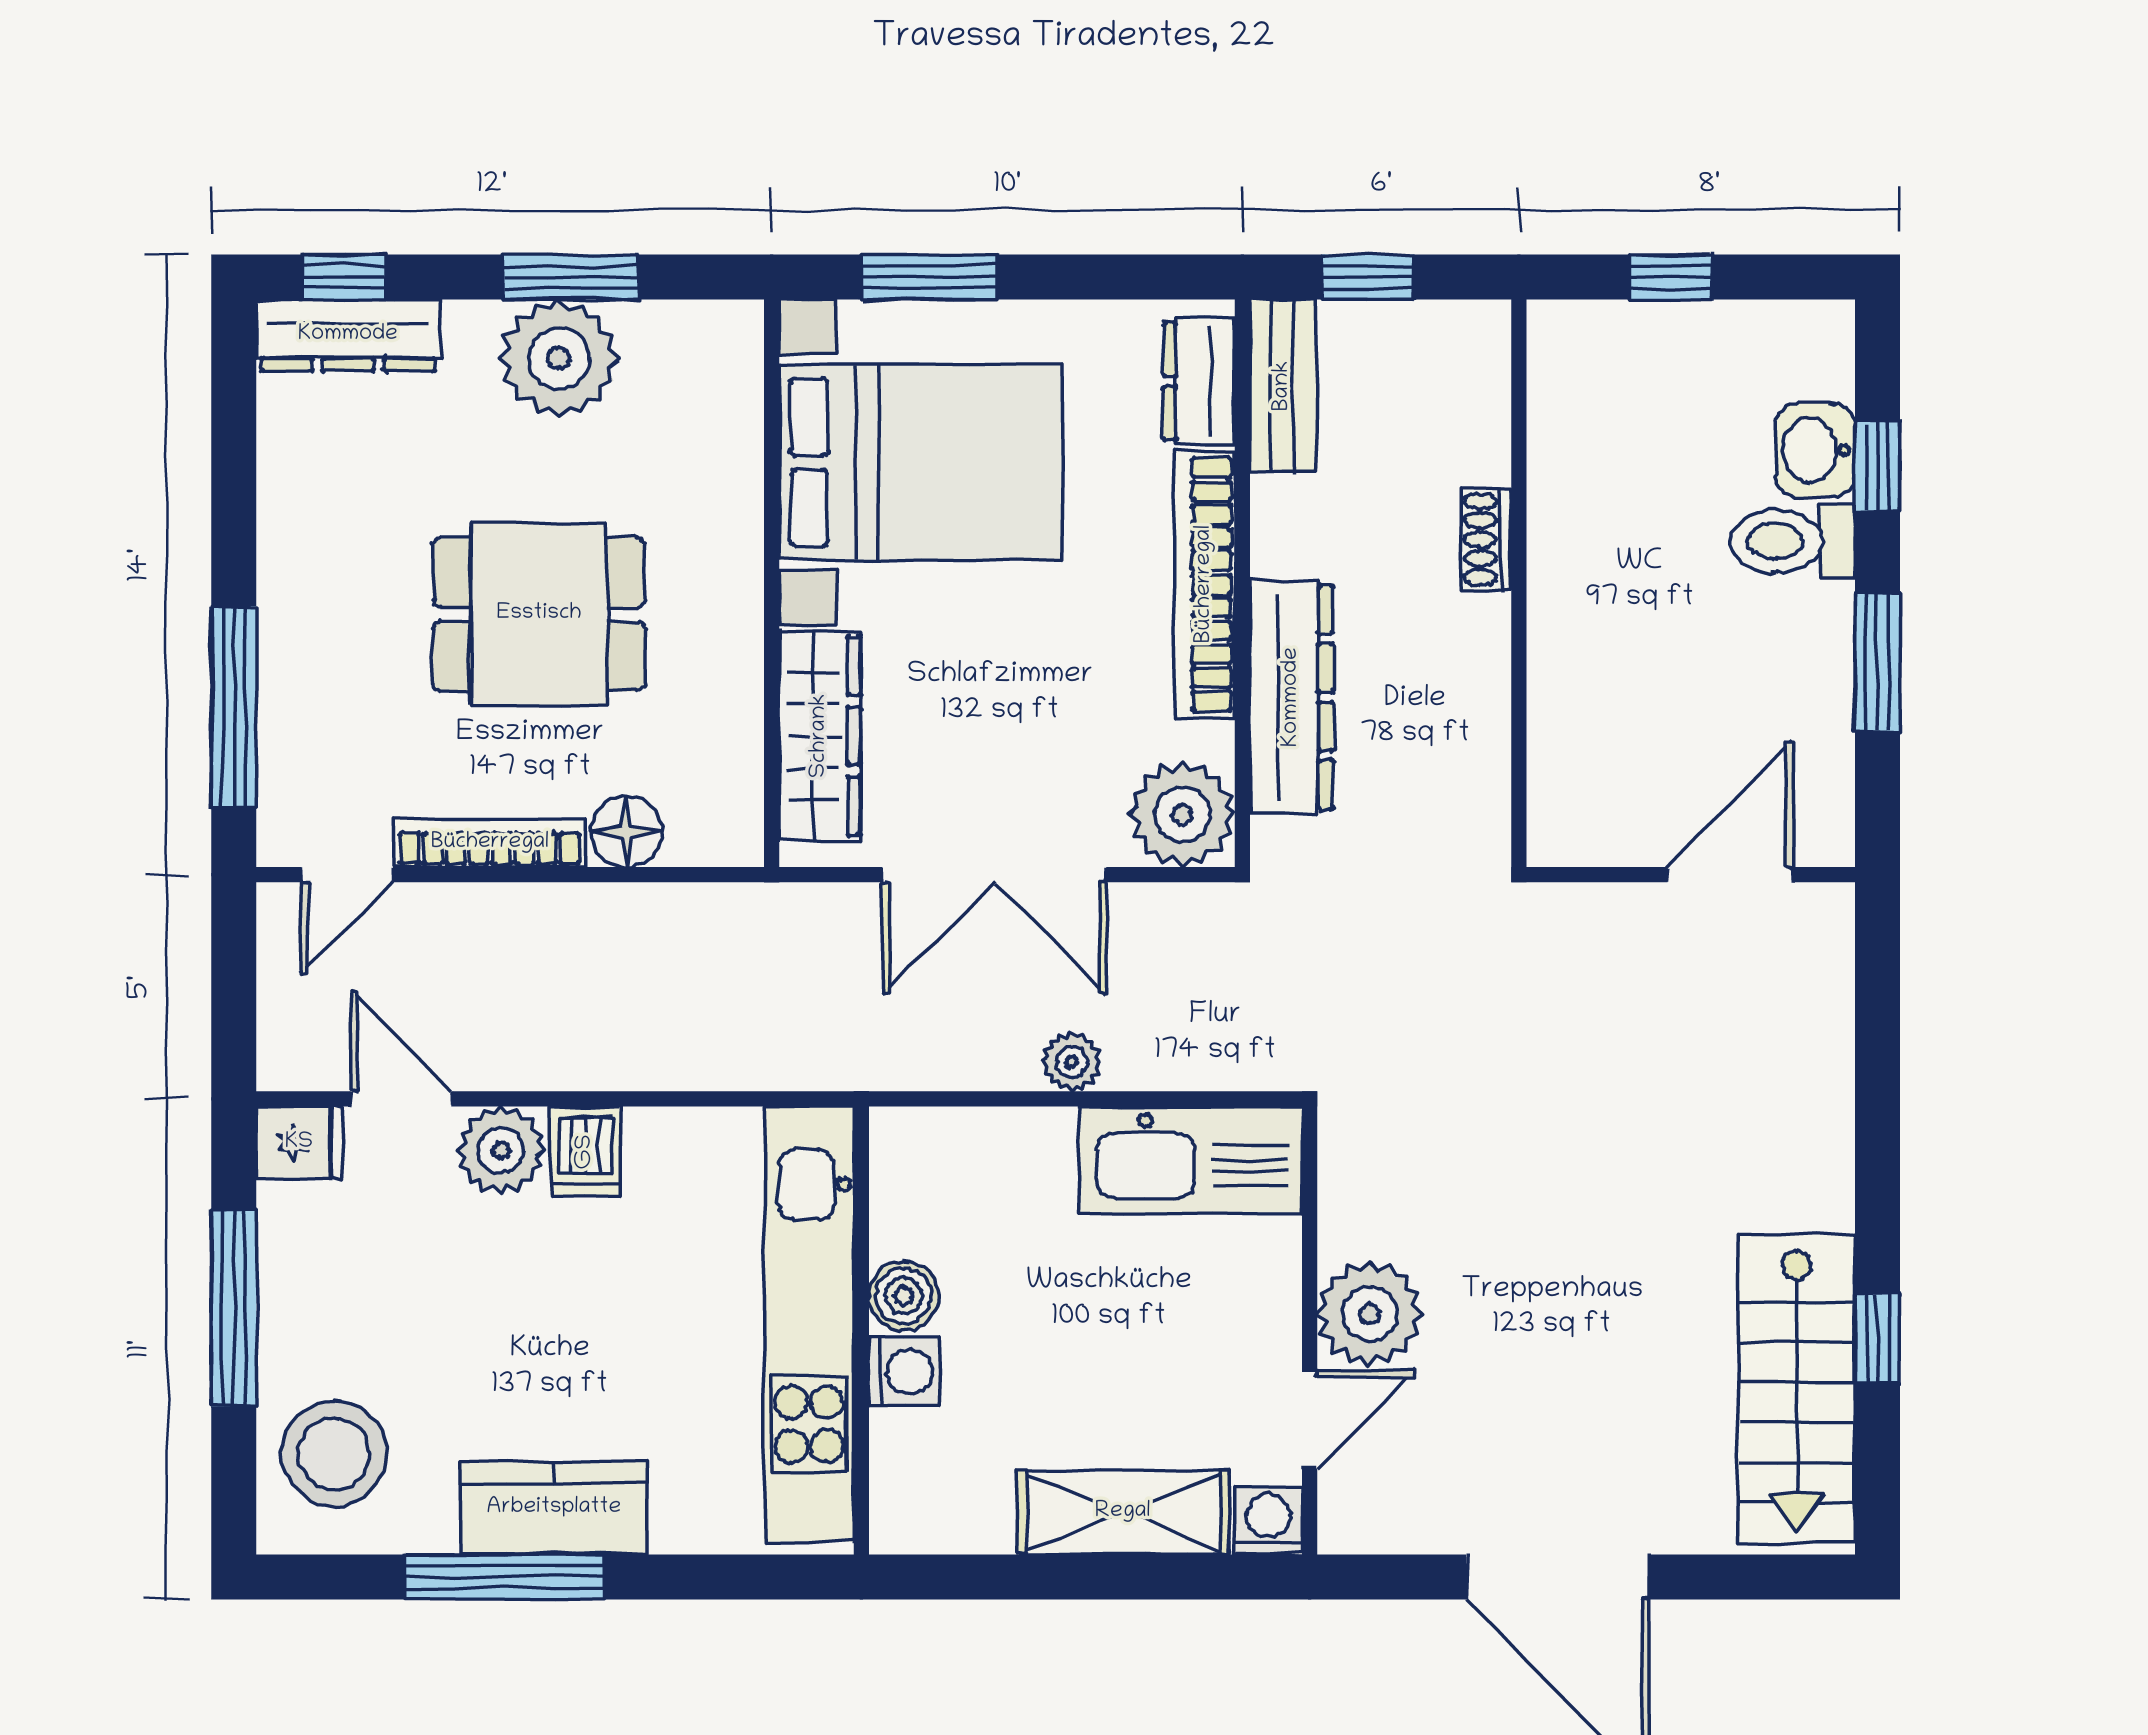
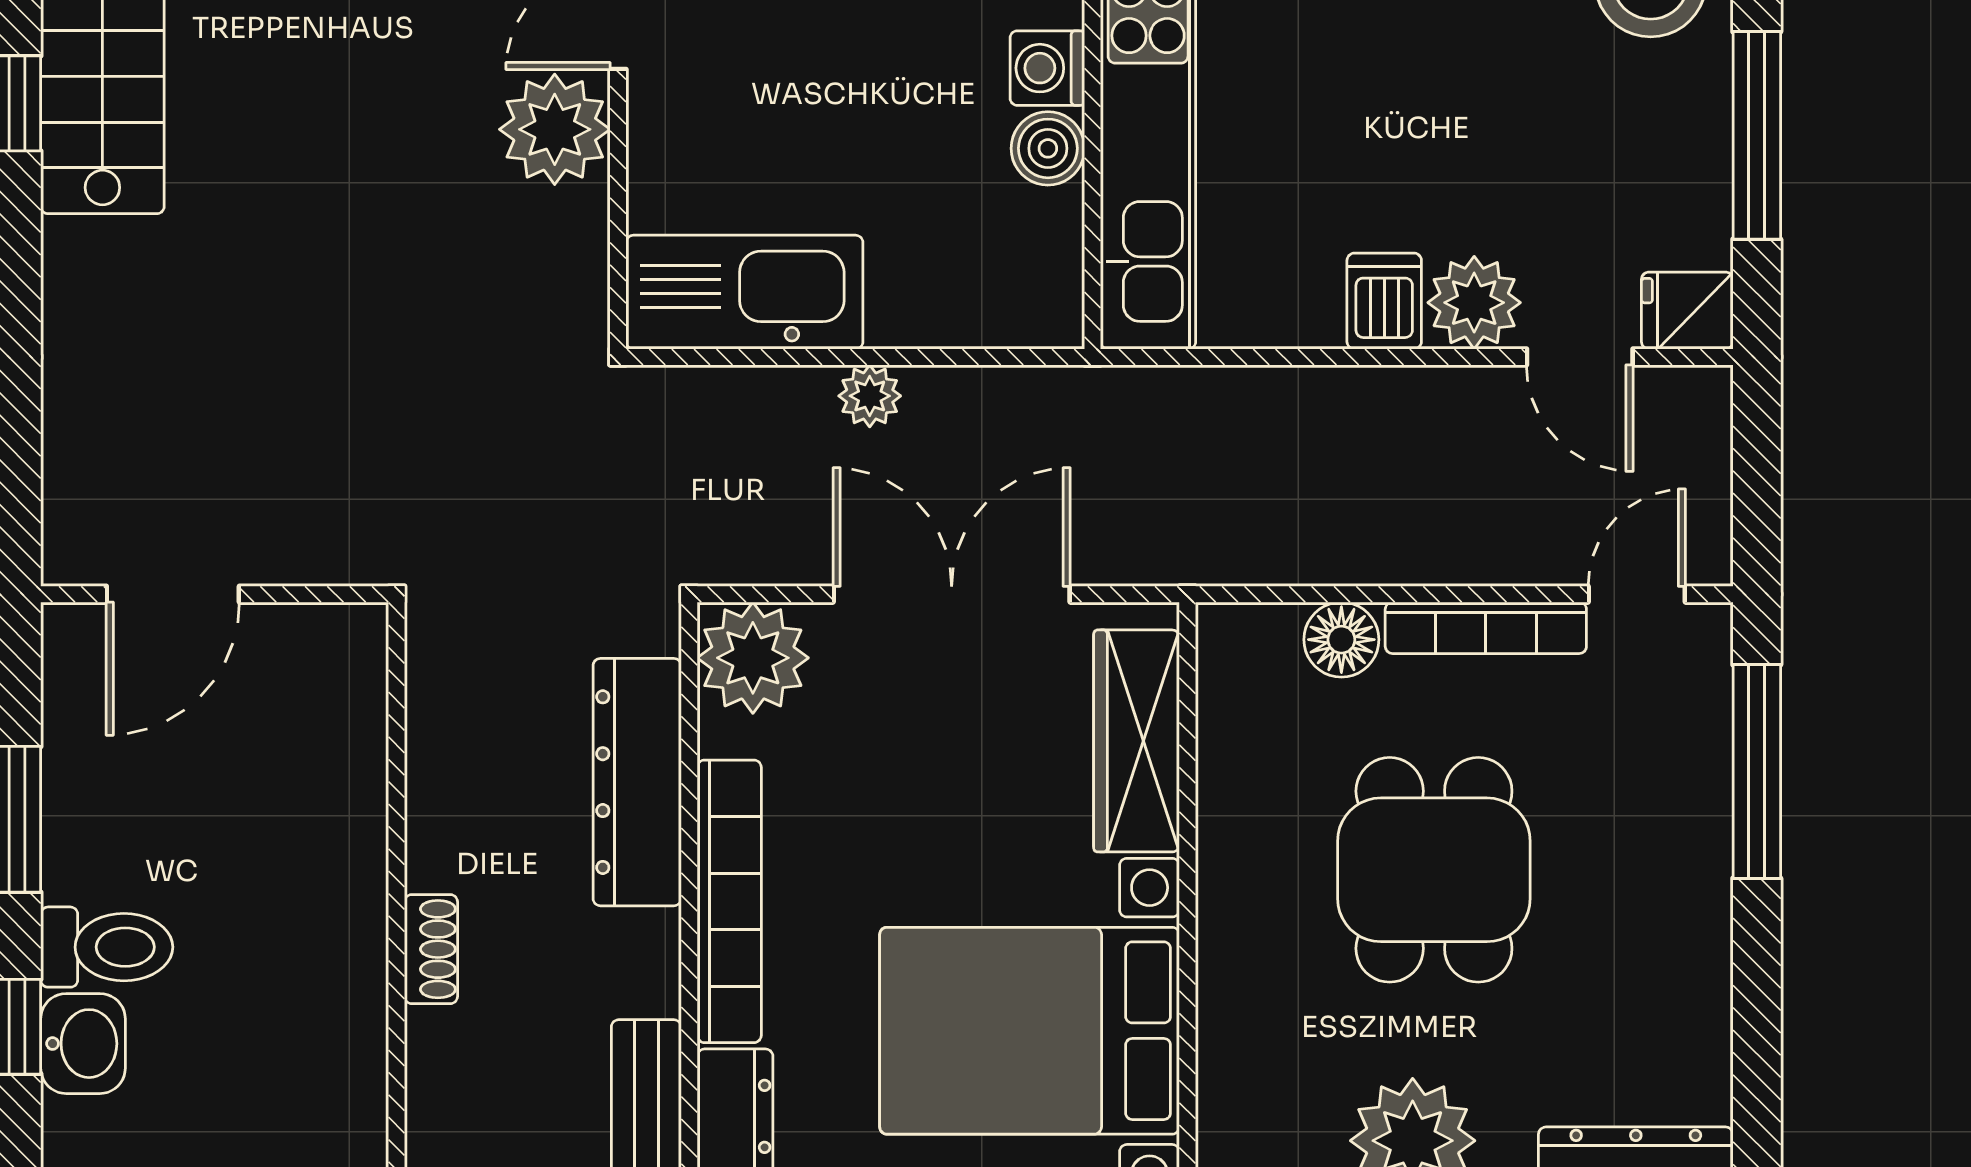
dining table: (539, 614) -> (1434, 870), turned 90

